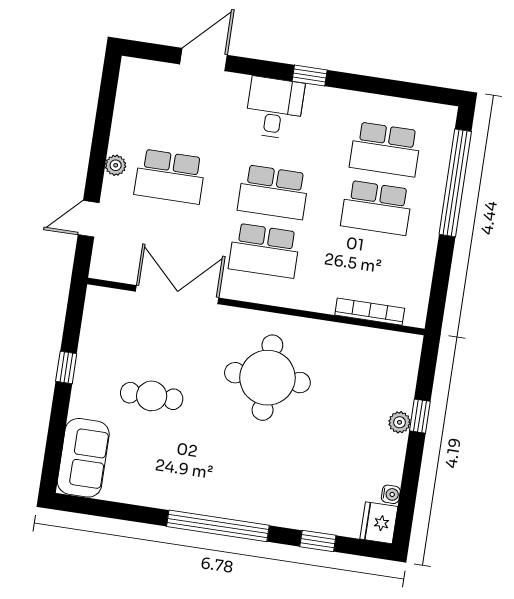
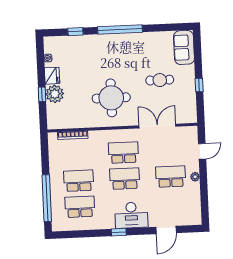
desk: (274, 108) -> (131, 215), width x1.37
double door: (177, 295) -> (157, 126), swing flipped
plant: (399, 422) -> (55, 94), width x1.88, depth x1.88
fridge: (379, 523) -> (52, 76), moved

